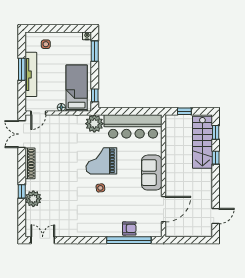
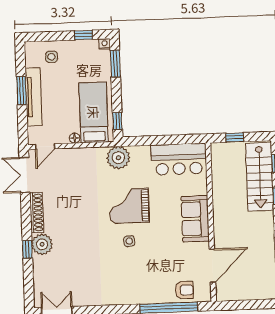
window: (71, 28) -> (83, 35), added
bar counter: (133, 126) -> (179, 159), width x0.73
plant: (33, 199) -> (42, 244), moved
armchair: (129, 228) -> (184, 290), moved

